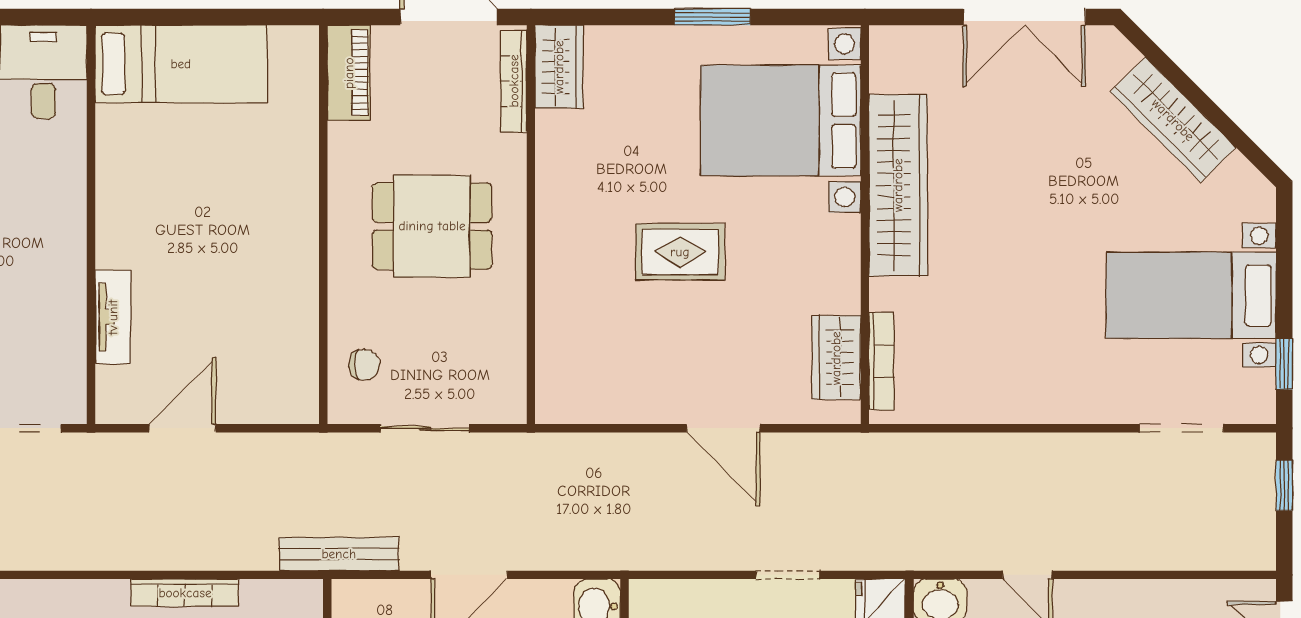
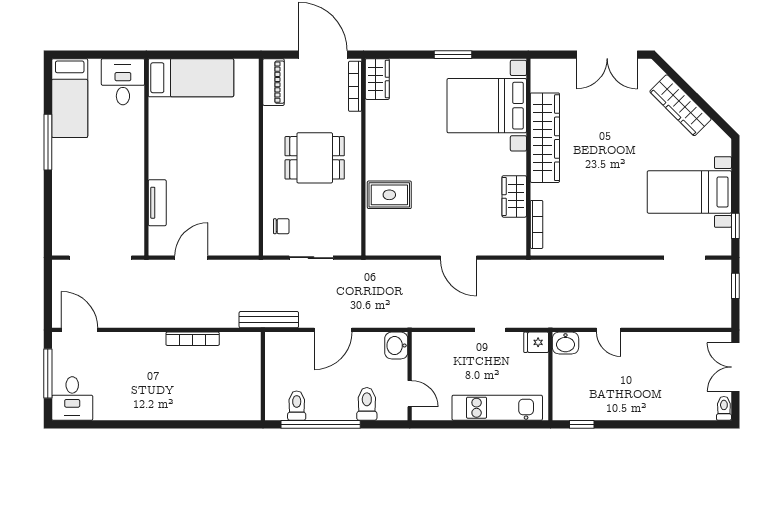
rug: (680, 252) -> (389, 195), moved
wardrobe: (836, 358) -> (514, 196), moved

